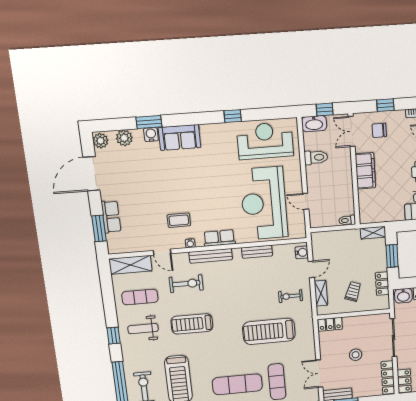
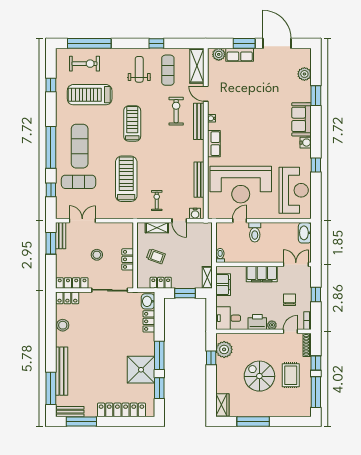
window: (325, 110) -> (316, 243), removed
chair: (379, 130) -> (289, 300), moved
water cooler: (151, 135) -> (306, 143), moved
plant: (100, 141) -> (219, 54), moved
toilet: (316, 157) -> (255, 232), moved
reception desk: (264, 203) -> (241, 185), turned 180
filing cabinet: (380, 214) -> (223, 285), added
coffee table: (179, 220) -> (232, 111), removed
window: (99, 228) -> (244, 43), moved
door: (162, 252) -> (206, 94), hinge flipped
bench: (257, 252) -> (199, 180), width x1.36
bench: (211, 256) -> (199, 121), moved
exercise bike: (186, 284) -> (176, 111), turned 180
treadmill: (192, 324) -> (132, 123), moved
locker: (330, 324) -> (128, 259), moved
window: (114, 336) -> (156, 43), moved

